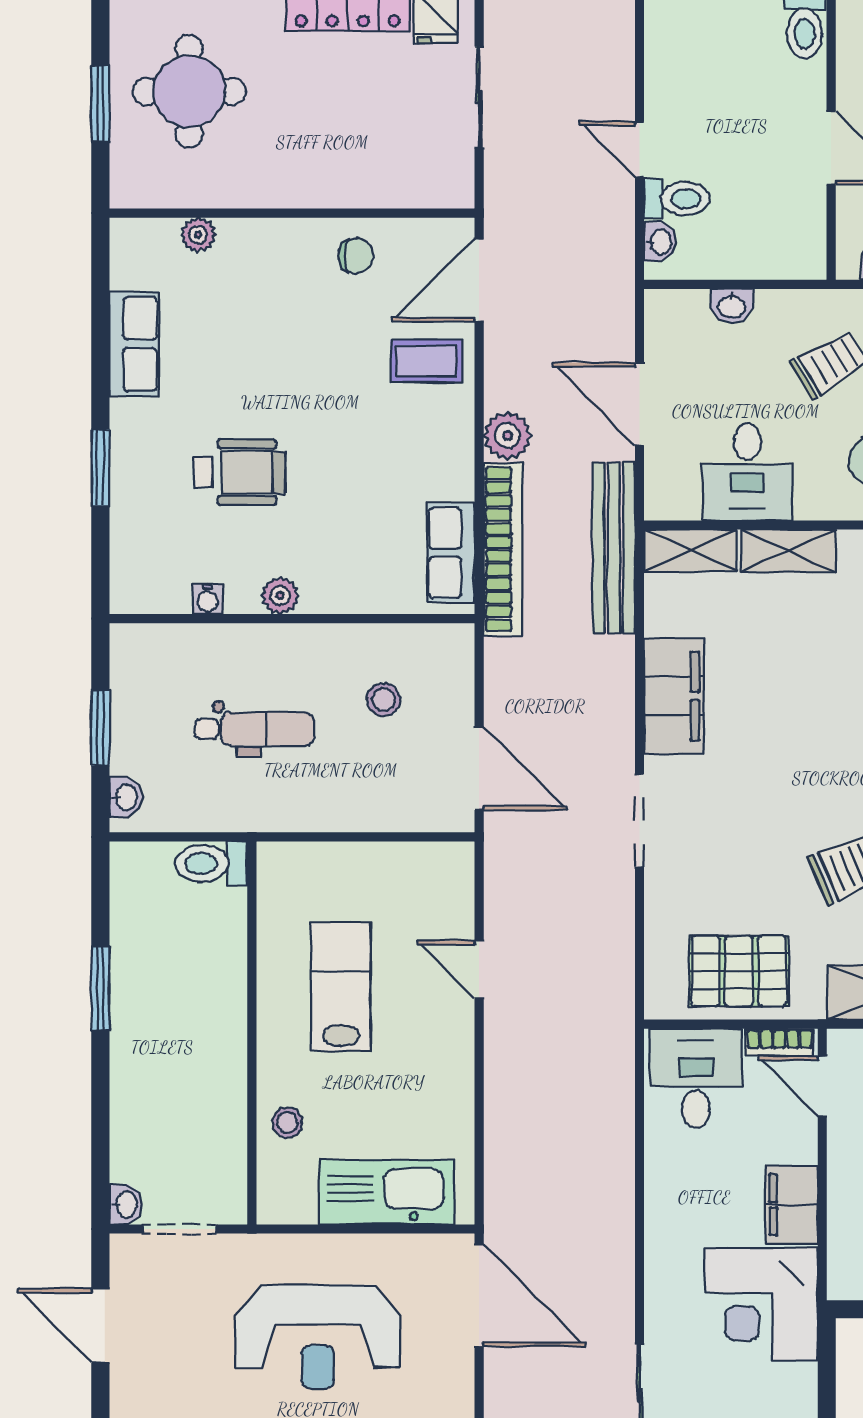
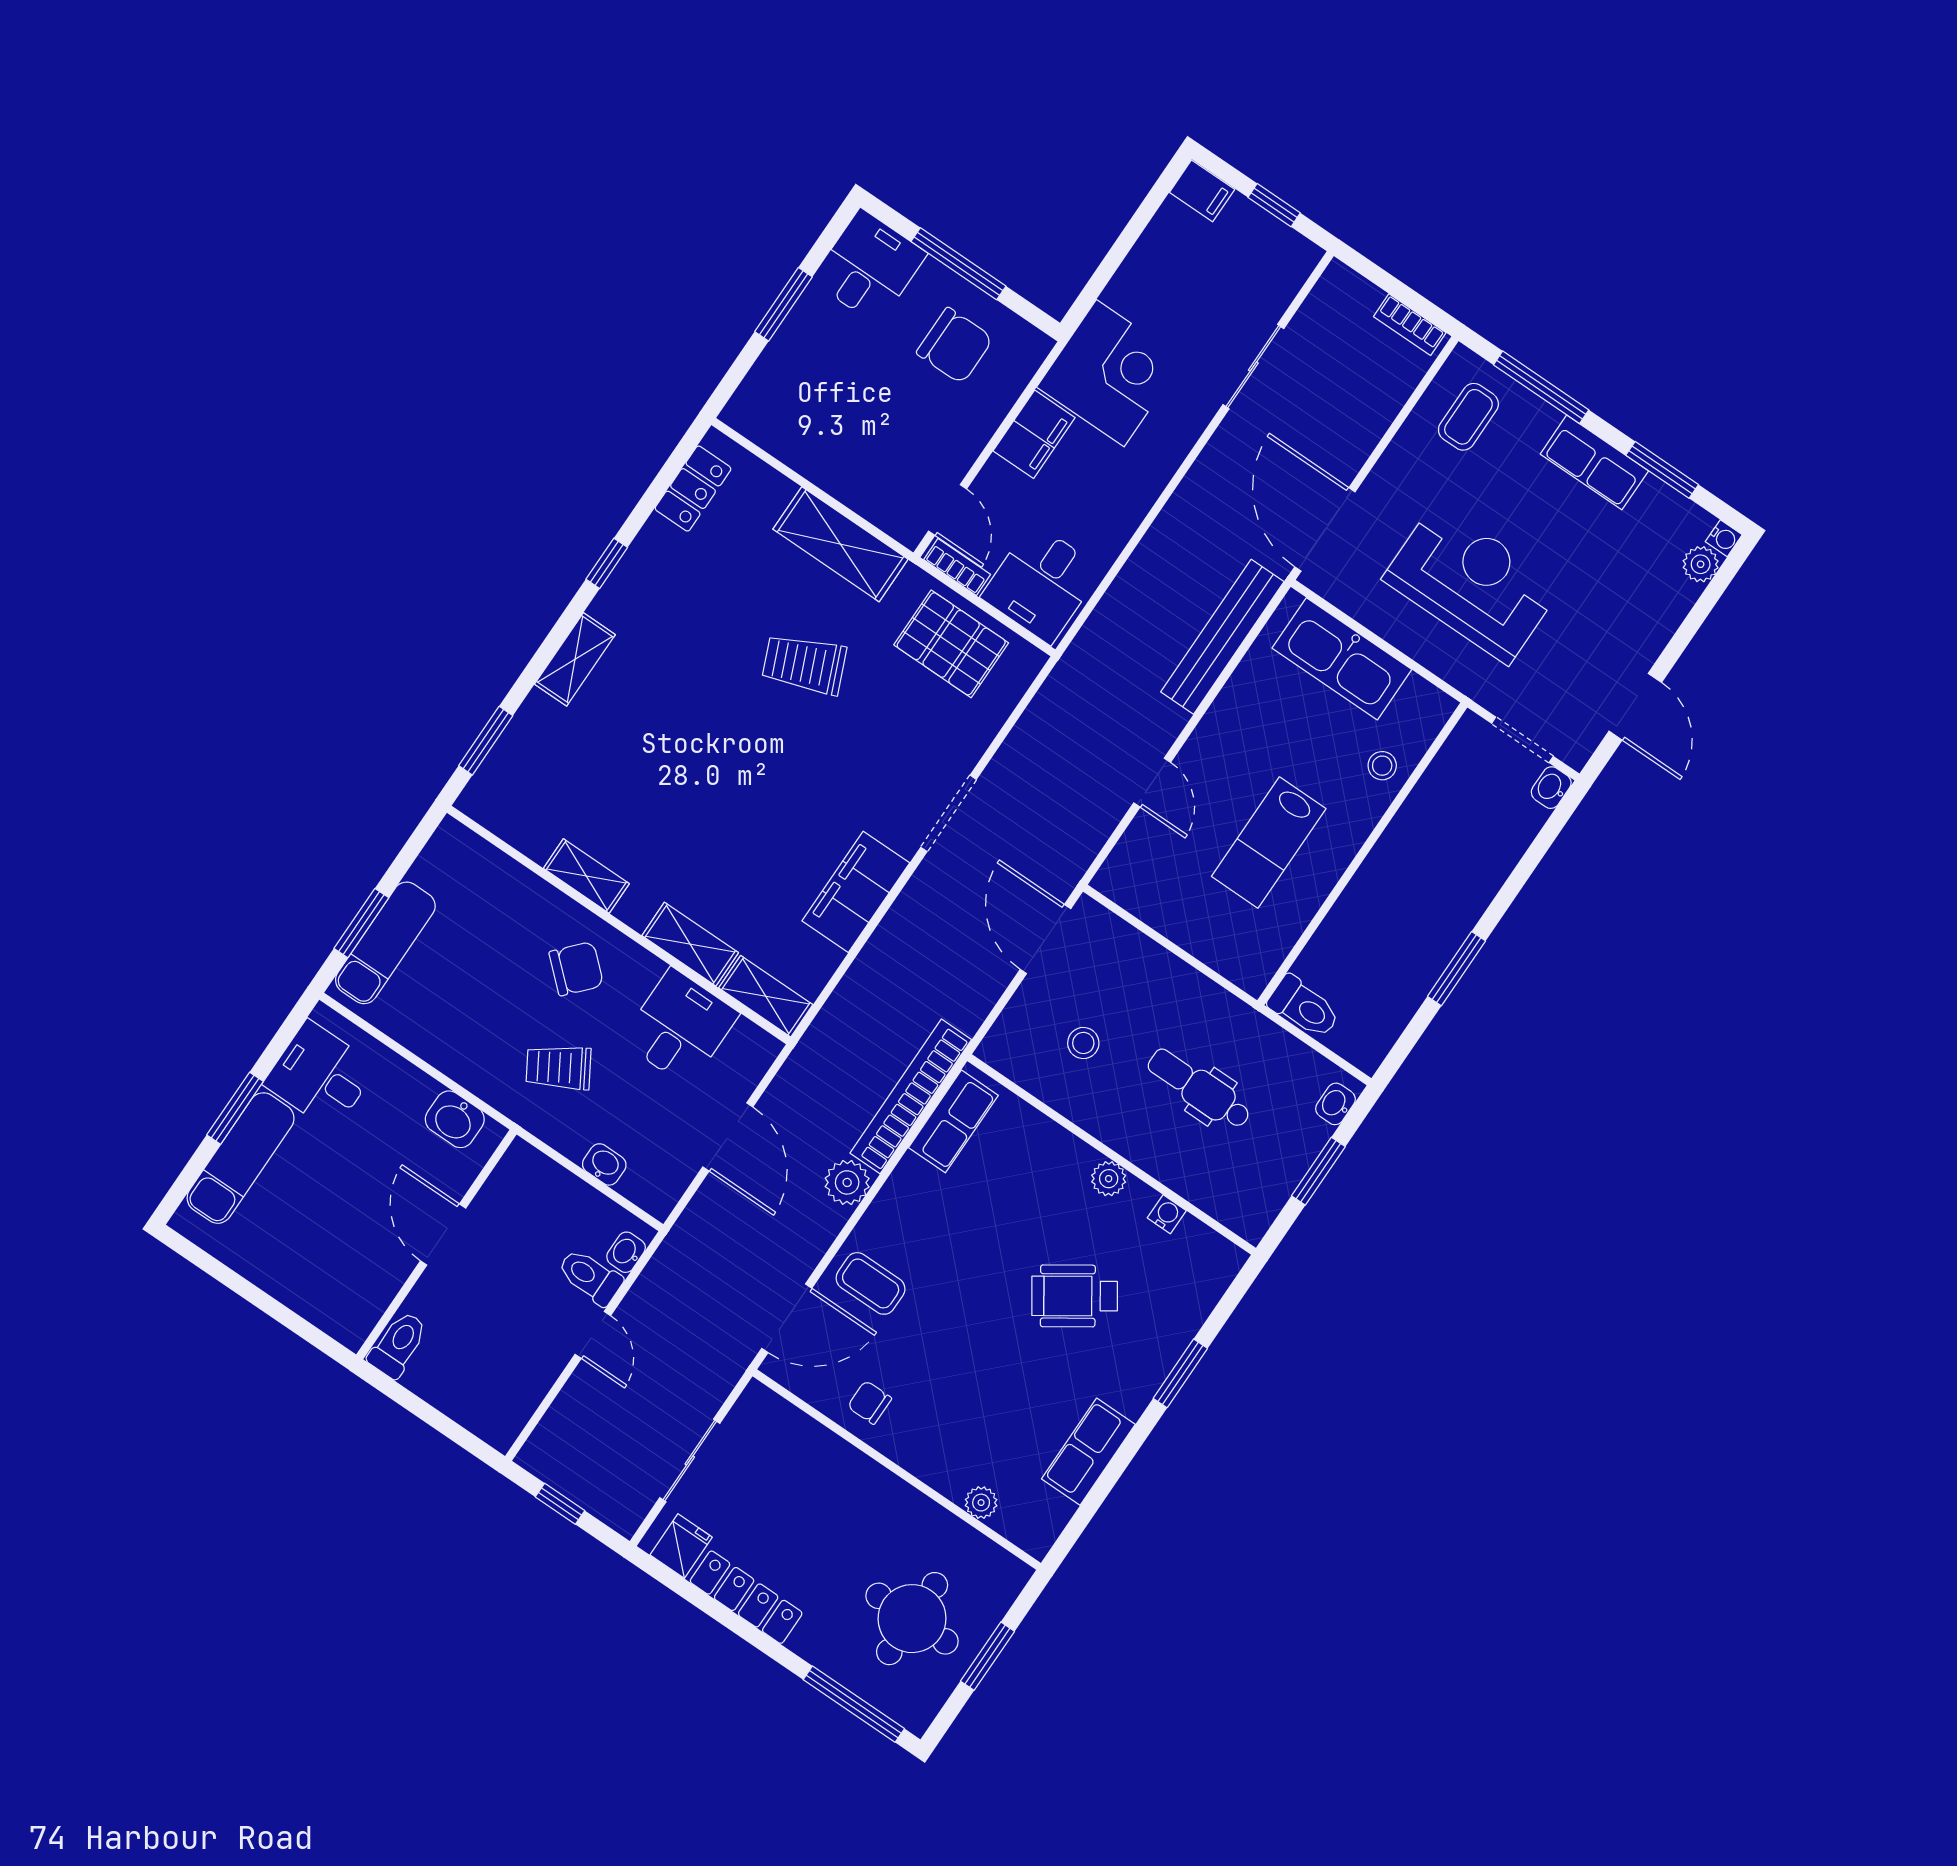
wheelchair: (240, 472) -> (1075, 1296), turned -34
bench: (614, 548) -> (1222, 637), moved

